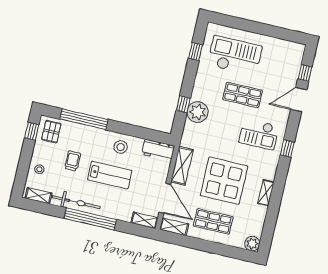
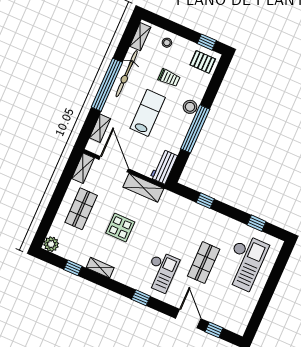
plant: (198, 112) -> (195, 214), removed
window: (84, 119) -> (195, 129), moved
checkout: (259, 134) -> (161, 272), turned 180
stool: (121, 147) -> (190, 107), moved
lab bench: (110, 175) -> (148, 113), turned 180
display table: (224, 181) -> (120, 227), width x0.54, depth x0.54
door: (165, 198) -> (114, 164), swing flipped
window: (271, 219) -> (73, 268), added
shelving: (145, 220) -> (100, 128), moved

